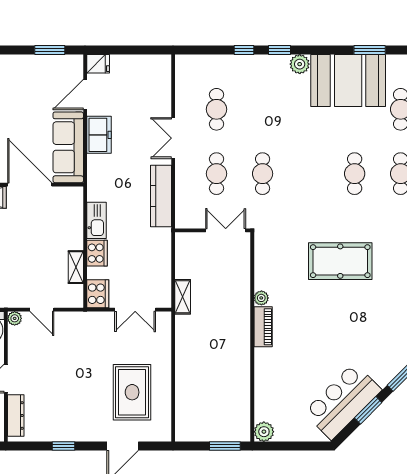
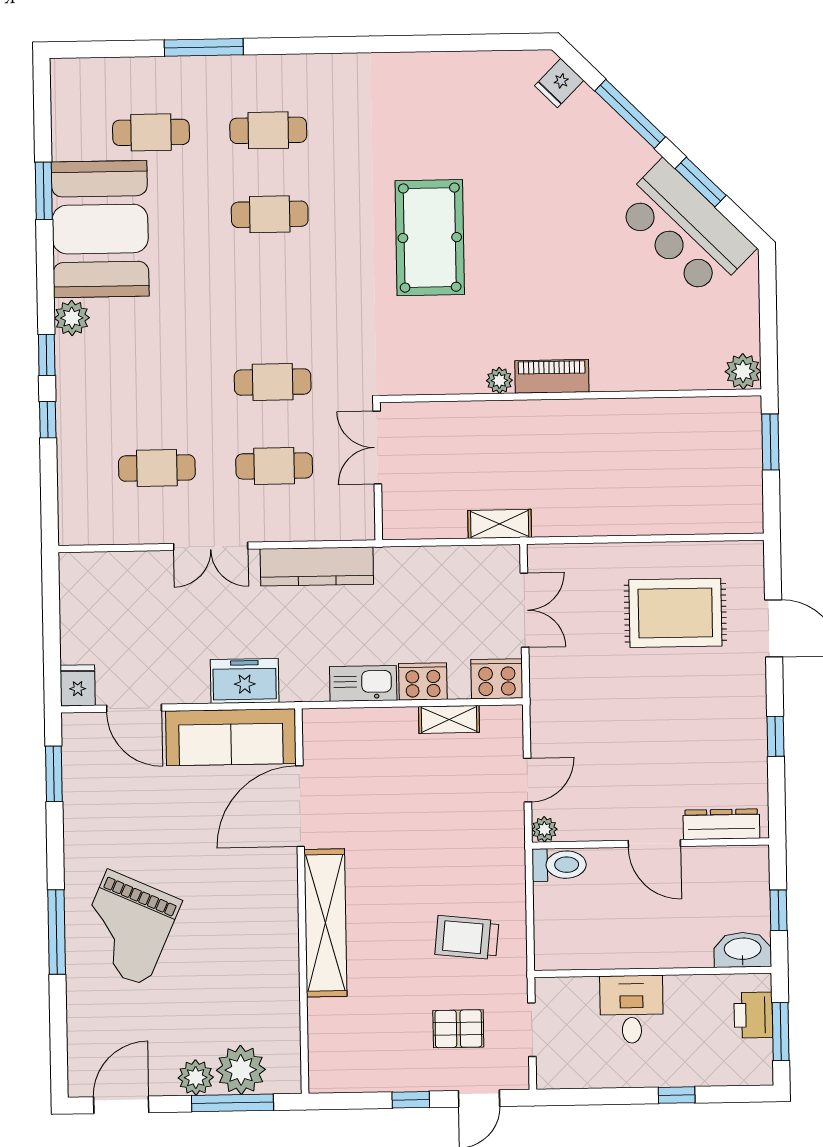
freezer: (99, 135) -> (245, 681), moved

